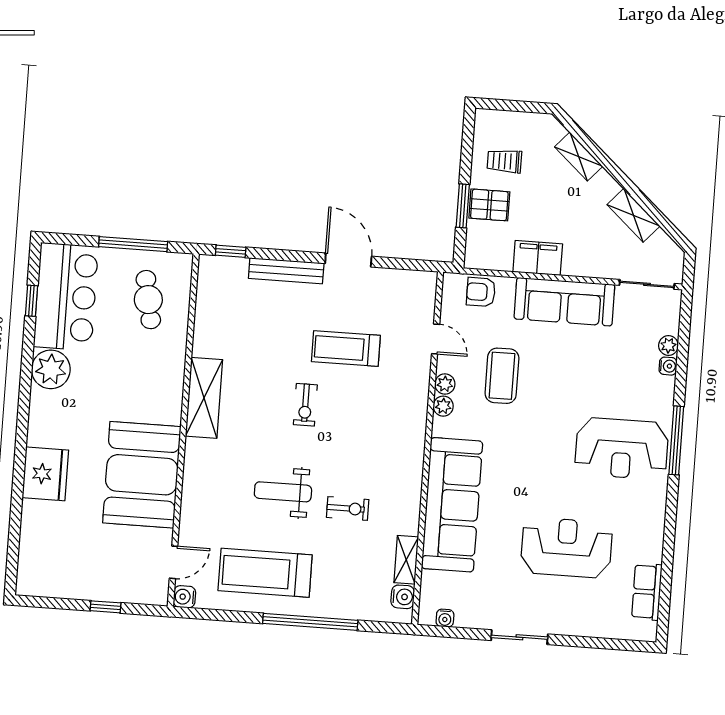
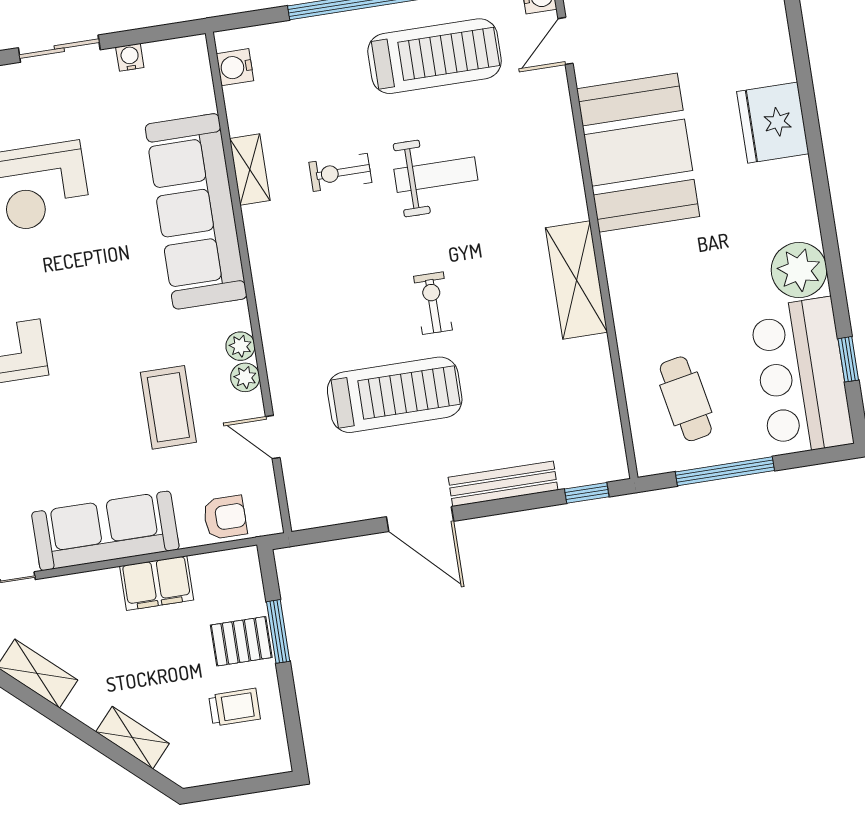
treadmill: (346, 348) -> (395, 395), width x1.37, depth x1.38
shelving: (406, 560) -> (250, 169), moved
water cooler: (445, 618) -> (130, 57), moved

